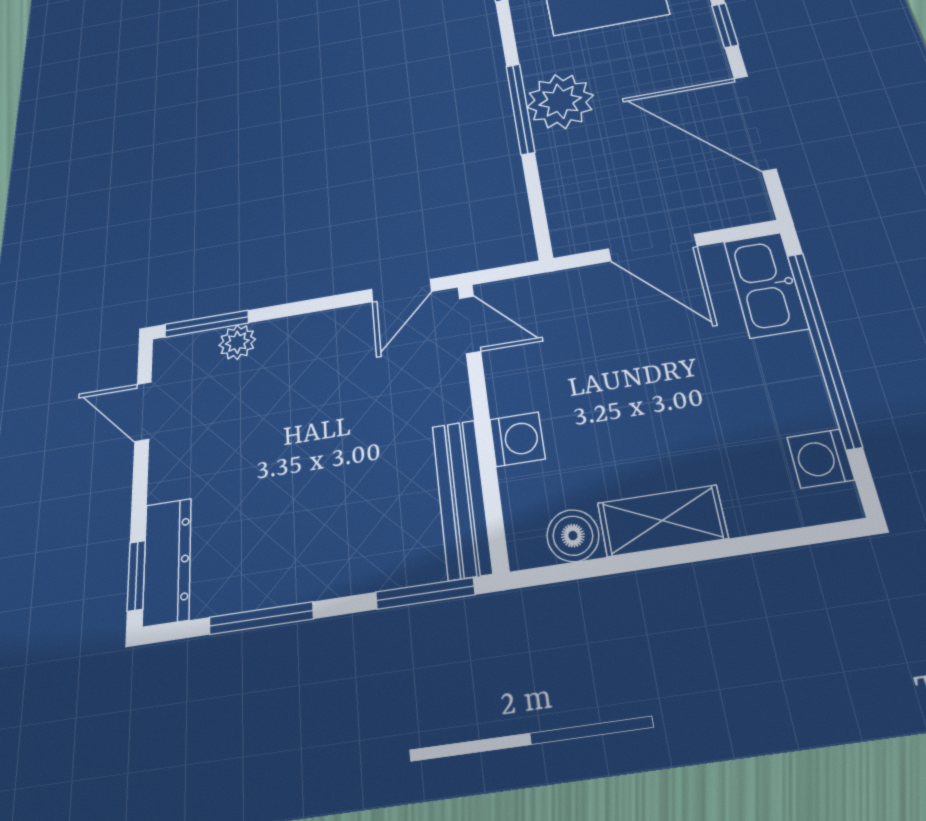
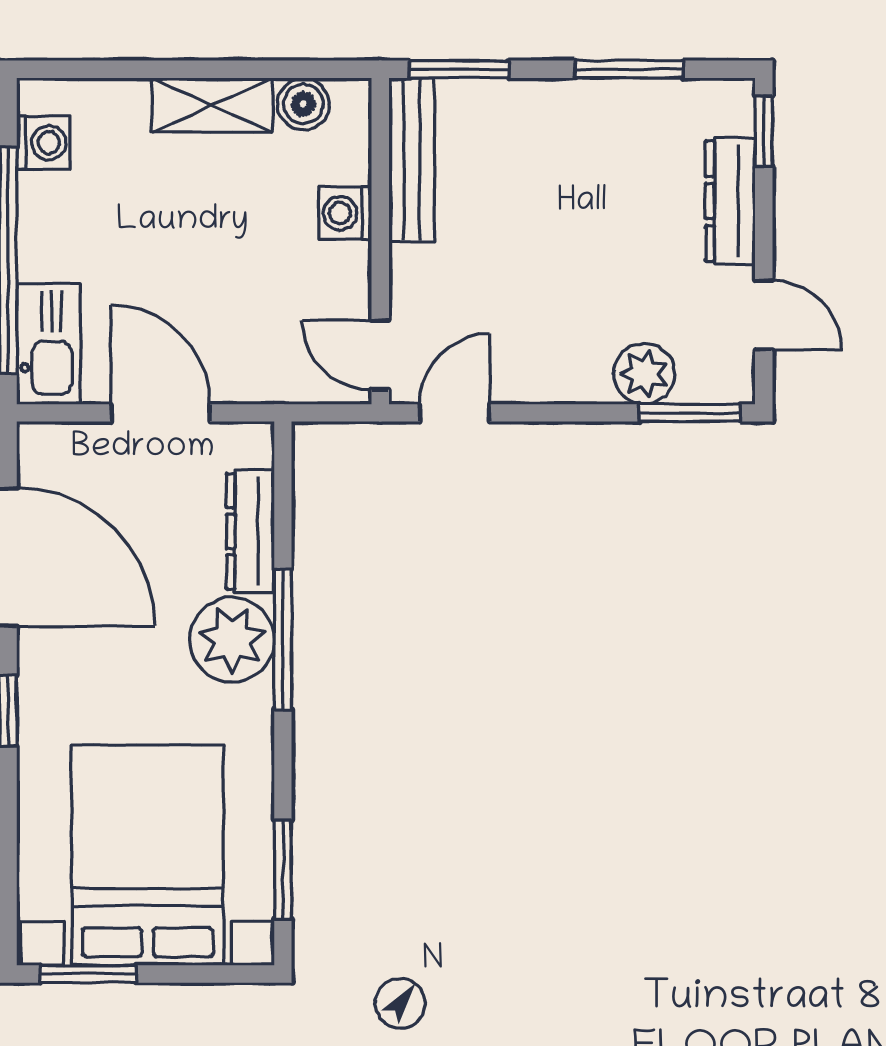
dresser: (559, 175) -> (250, 531), added
plant: (237, 342) -> (644, 374), width x1.38, depth x1.38
dresser: (167, 561) -> (730, 201), moved

